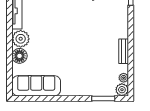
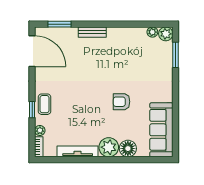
armchair: (61, 50) -> (122, 102), added
bench: (124, 51) -> (92, 32), moved

